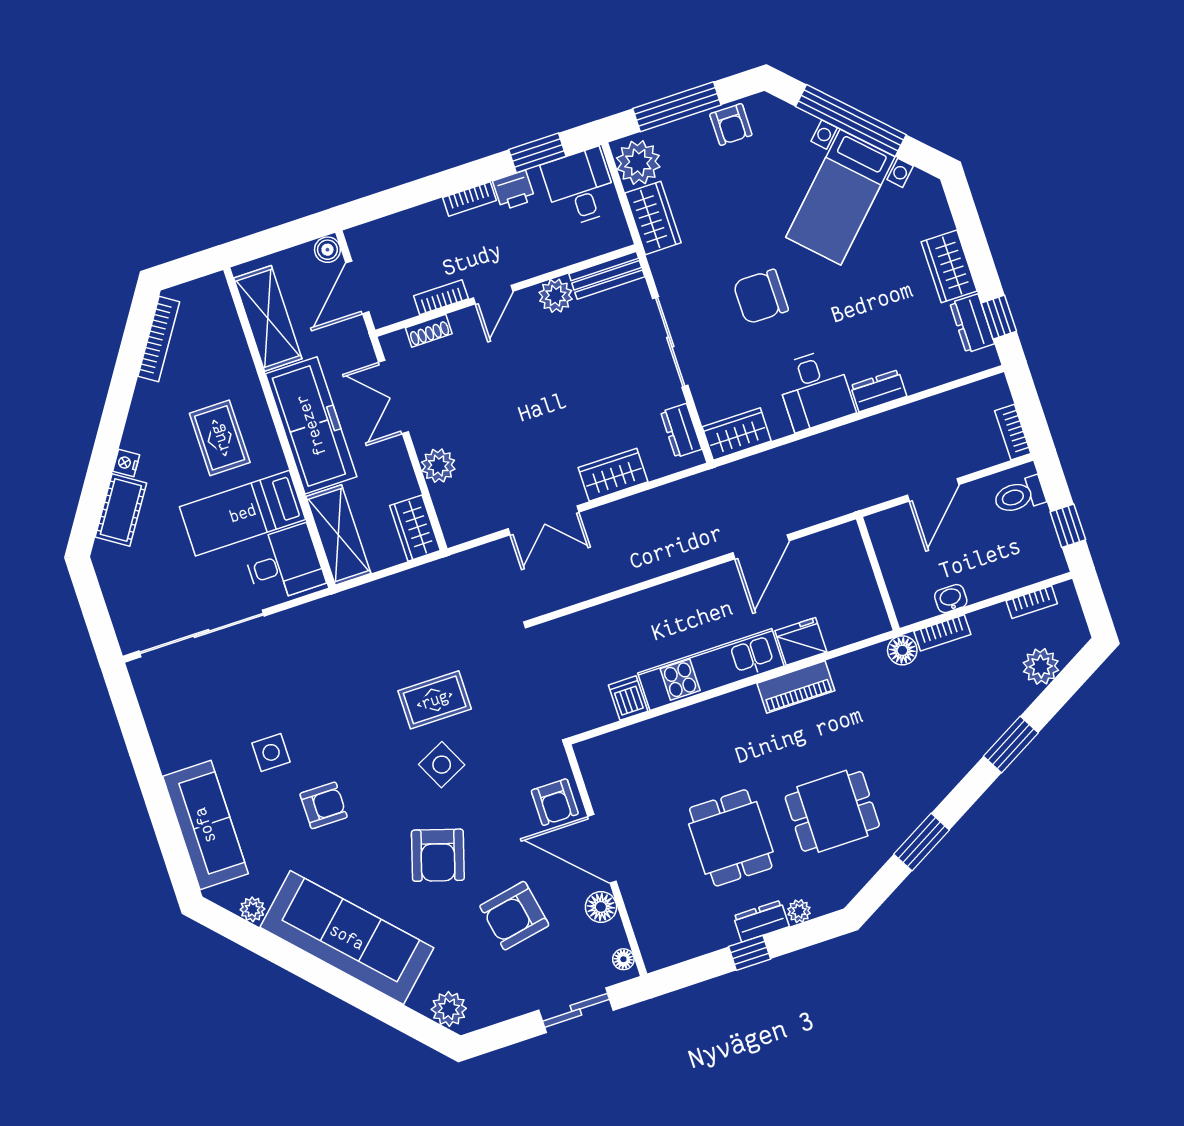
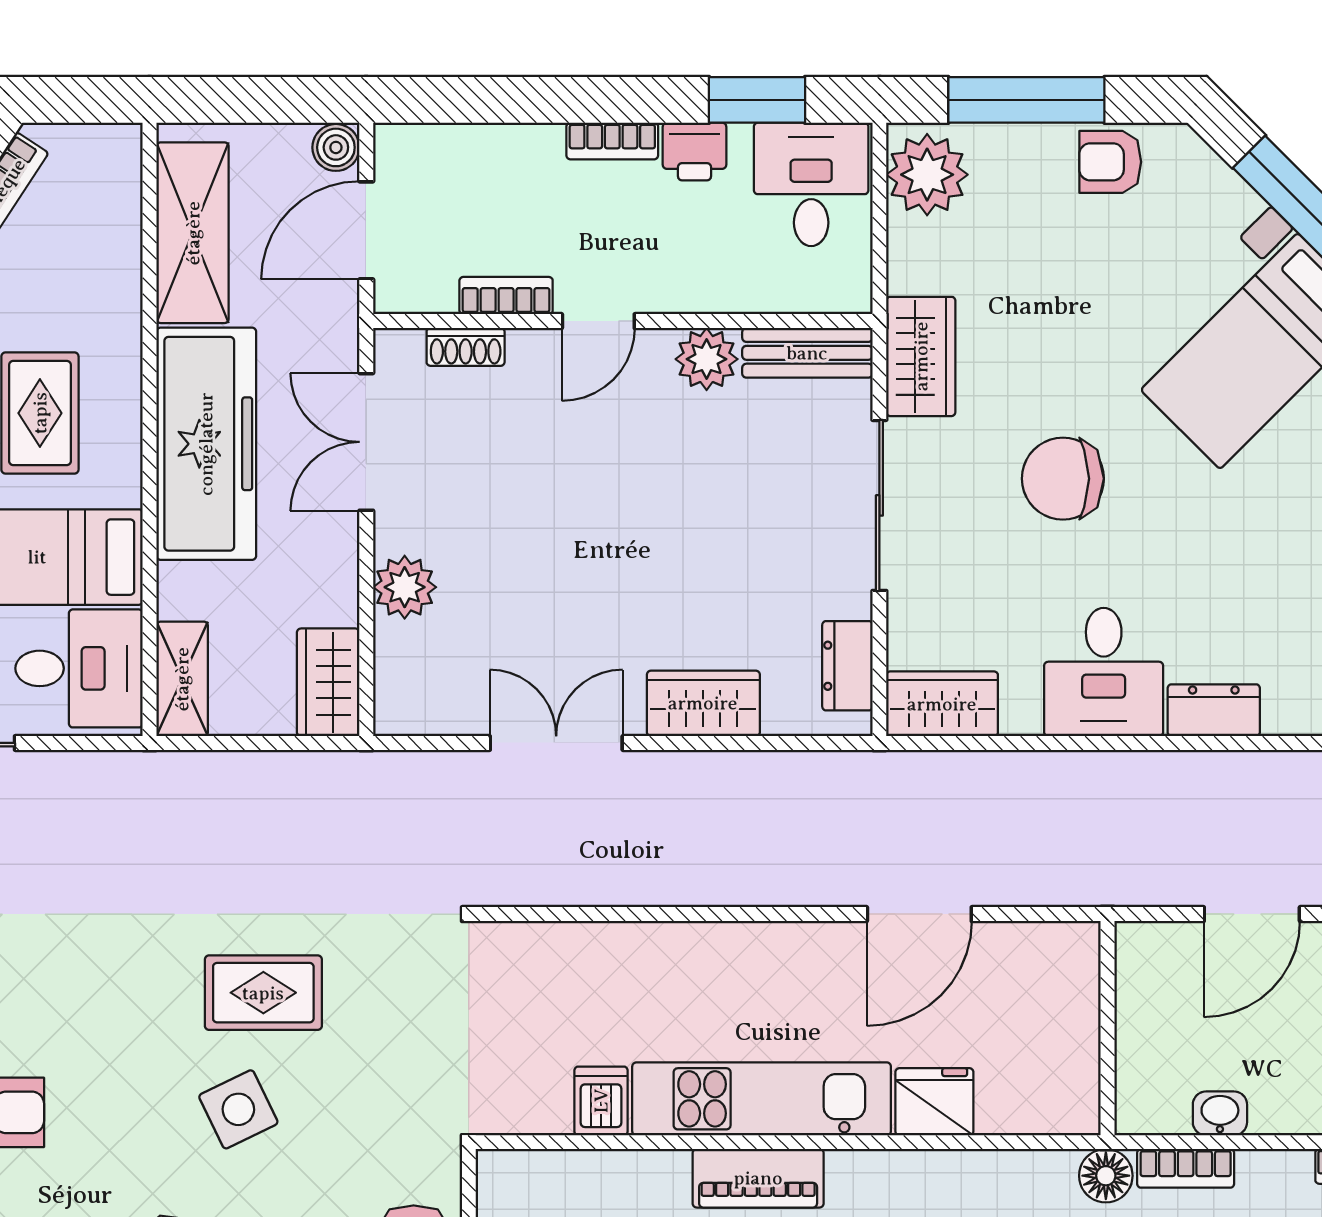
armchair: (731, 125) -> (1110, 162), turned 90
wardrobe: (653, 218) -> (921, 356), moved
double door: (544, 520) -> (556, 743), swing flipped
shelving: (338, 535) -> (182, 679), width x0.67, depth x0.75
piano: (796, 687) -> (758, 1178), moved

